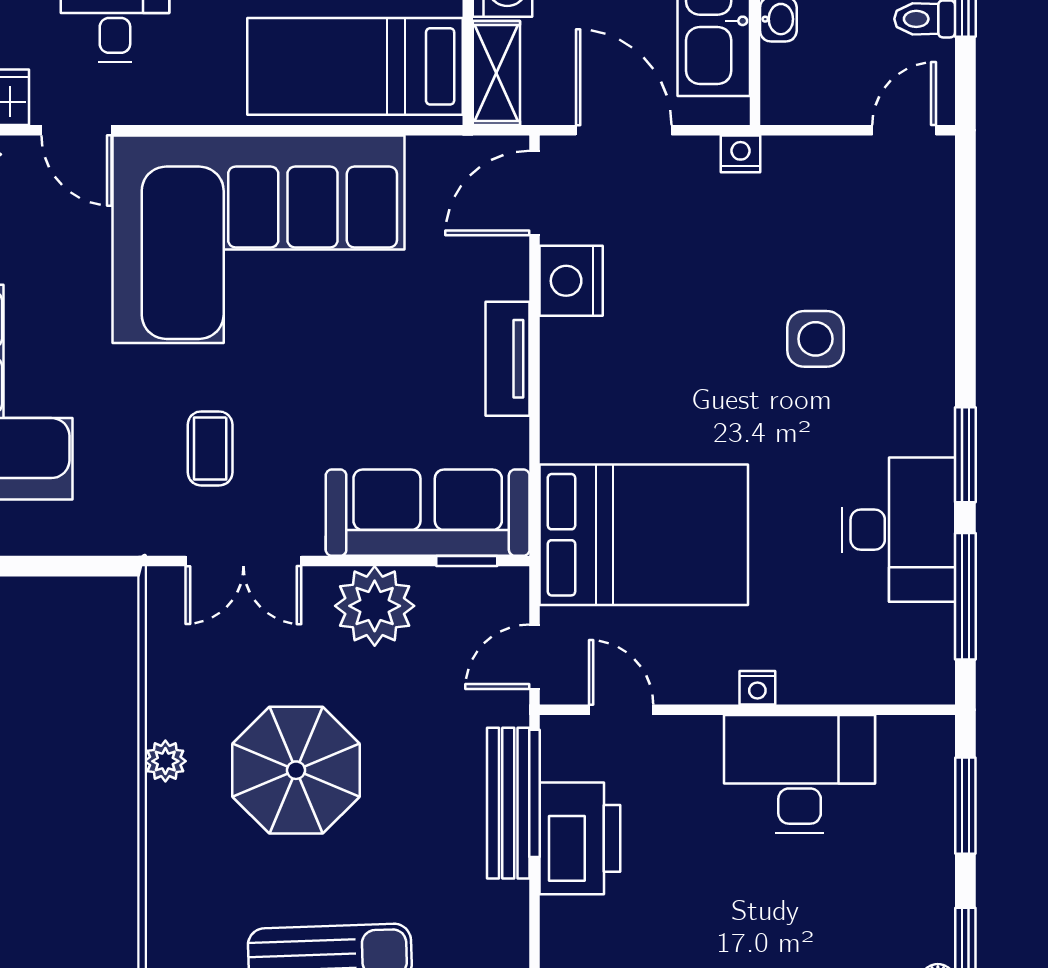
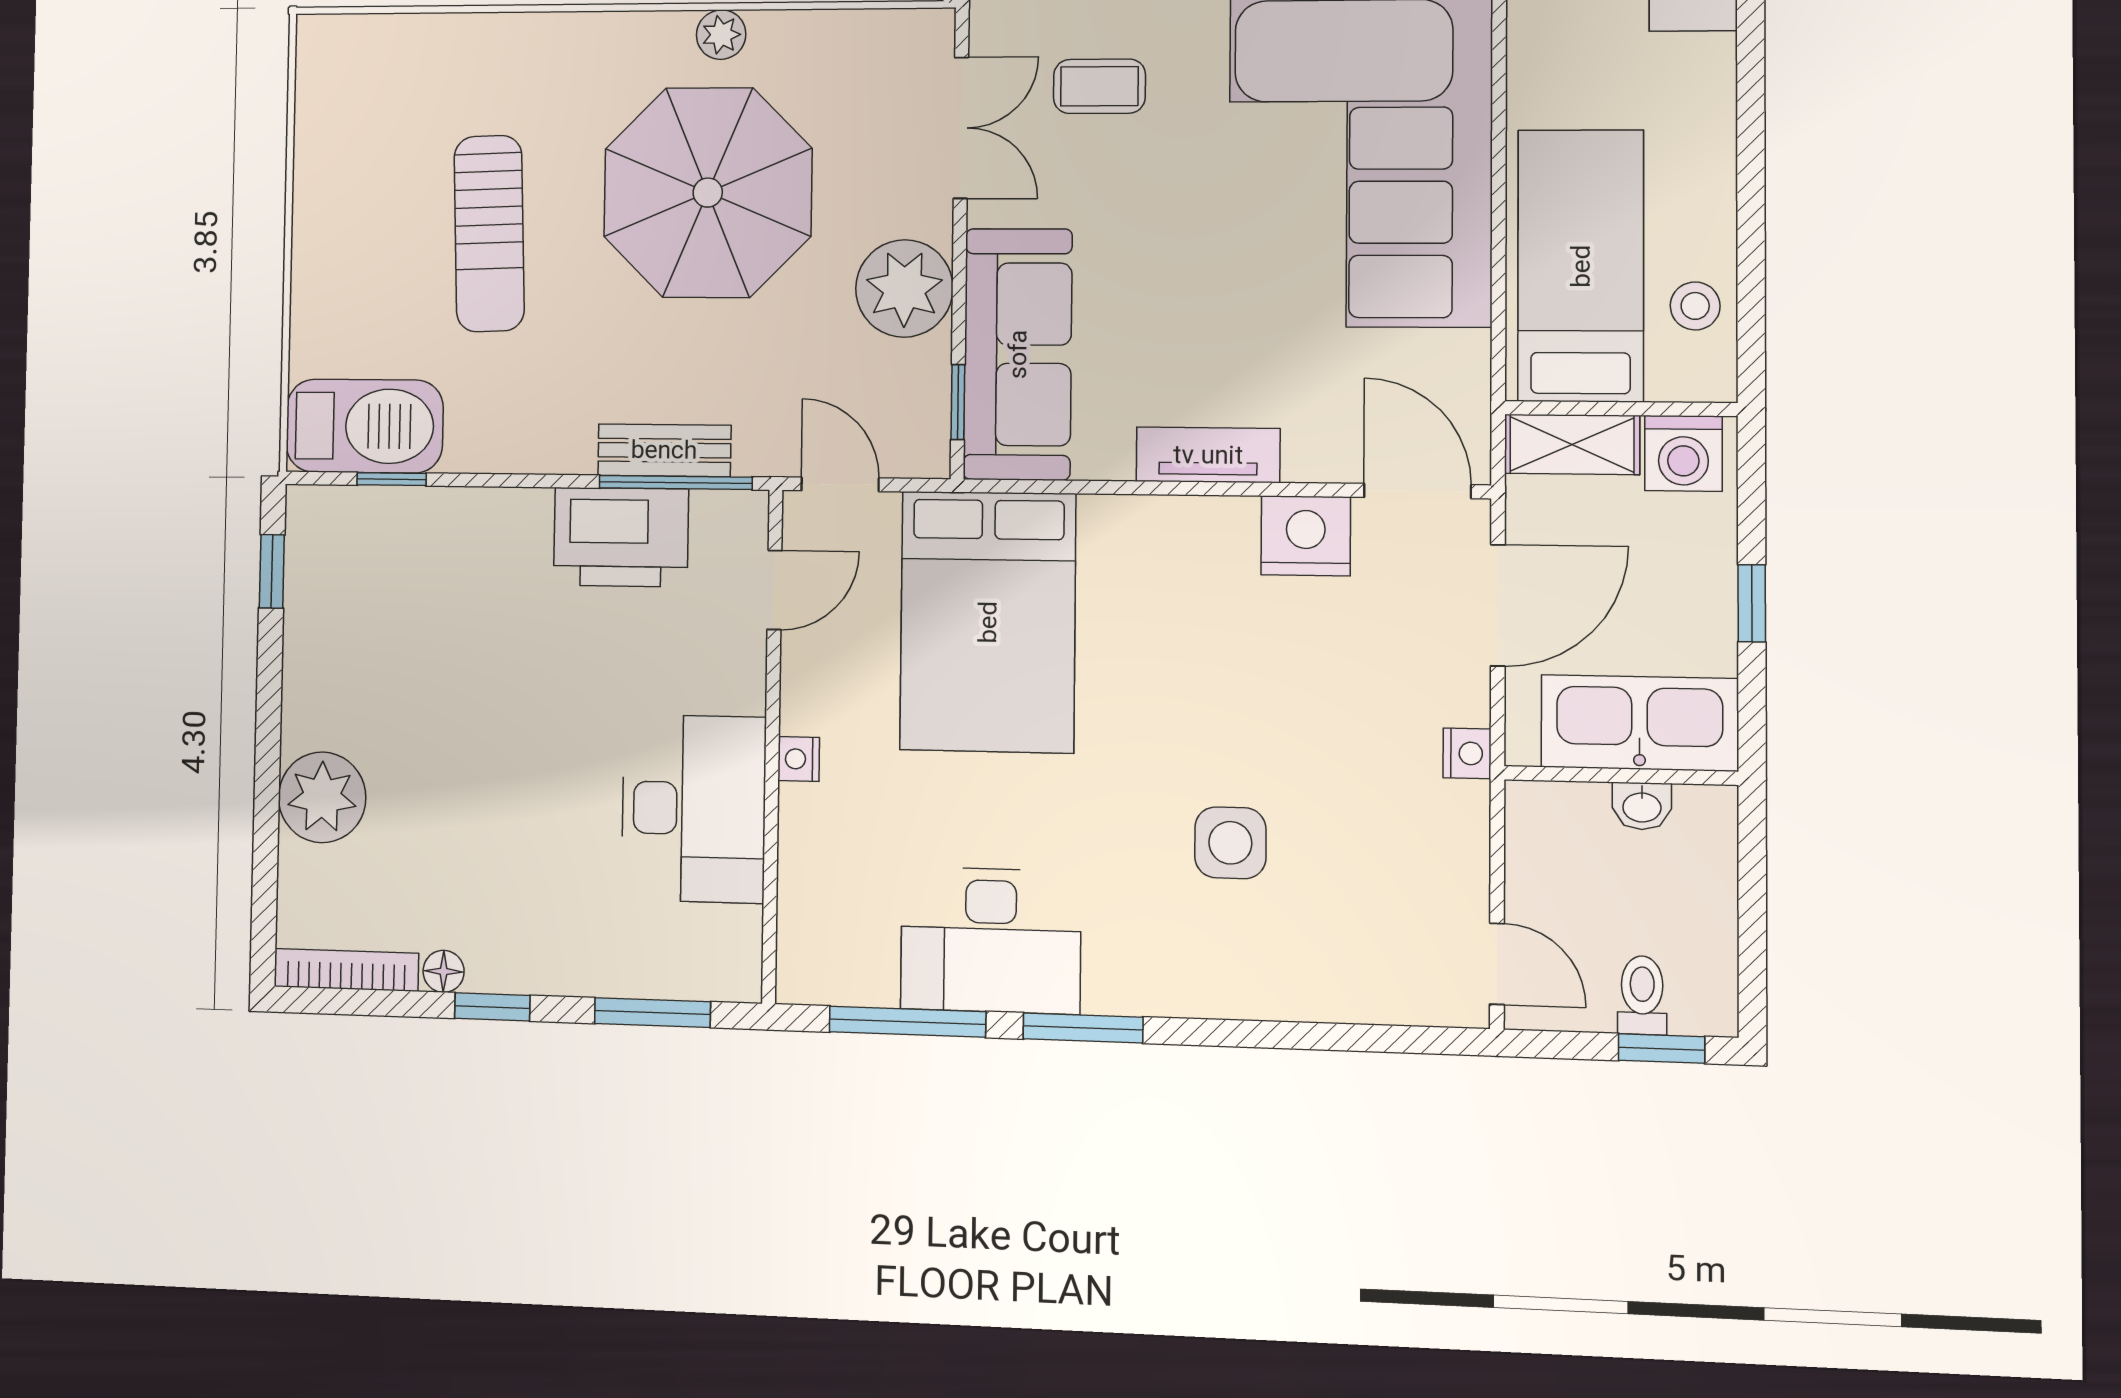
double door: (243, 561) -> (961, 128), swing flipped
parasol: (296, 770) -> (708, 193), width x1.36, depth x1.36
bench: (508, 803) -> (664, 450), width x0.73

